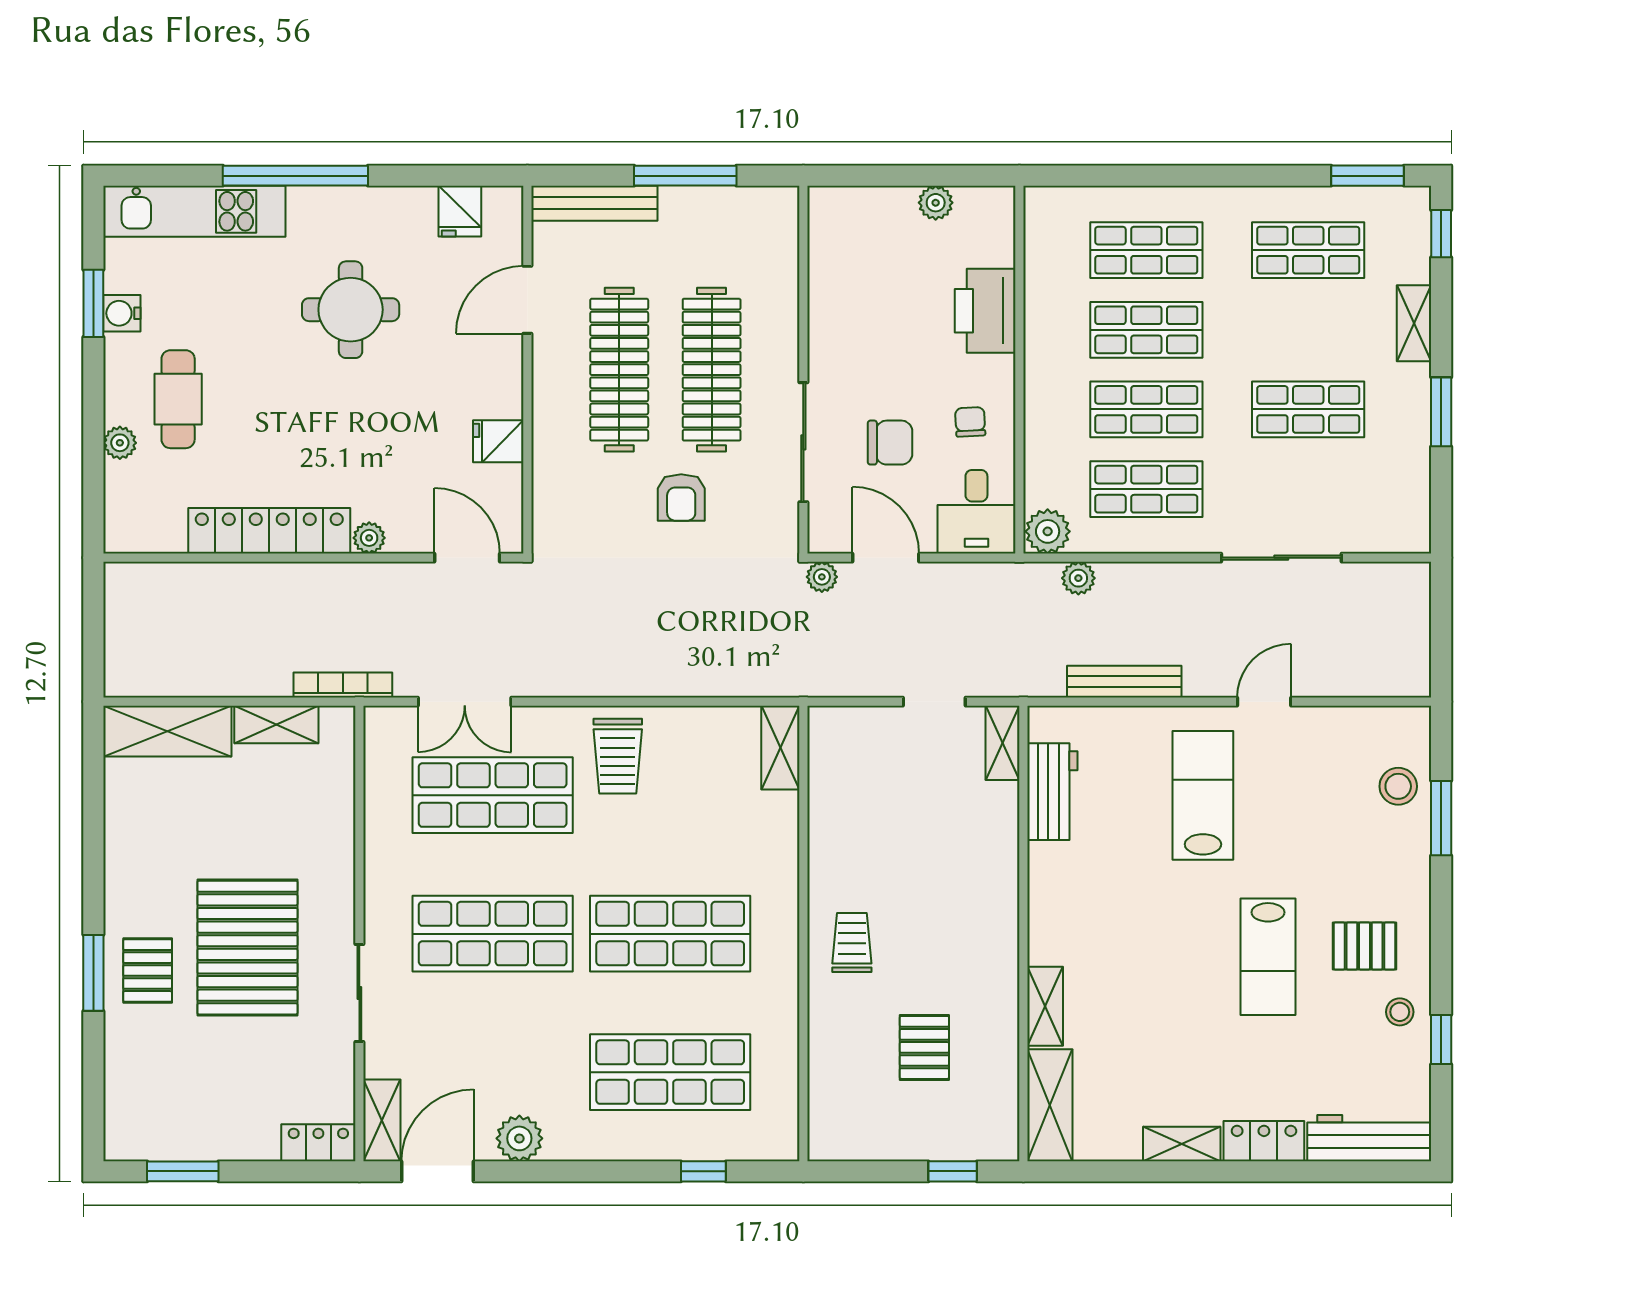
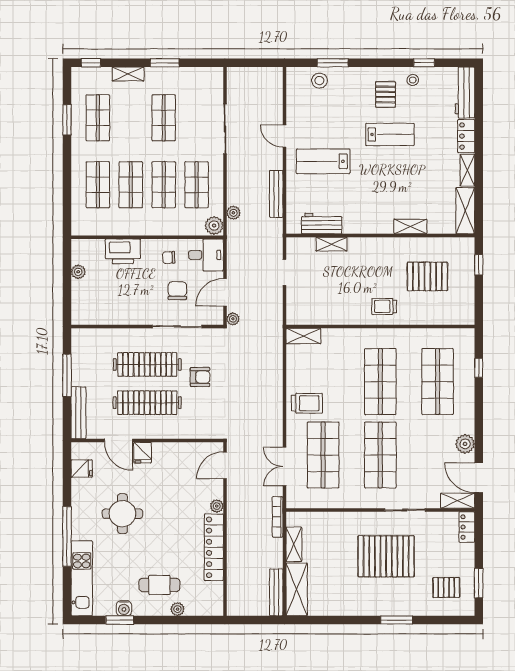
window: (1368, 176) -> (67, 120), moved
fridge: (498, 441) -> (143, 453), moved
bench: (160, 682) -> (276, 592), added
double door: (465, 702) -> (284, 467), swing flipped
shelving: (1003, 743) -> (331, 244), moved
pallet: (148, 971) -> (446, 588), moved
pallet: (924, 1047) -> (427, 276), width x1.50, depth x1.42
shelving: (1050, 1105) -> (465, 211), moved, turned 90

